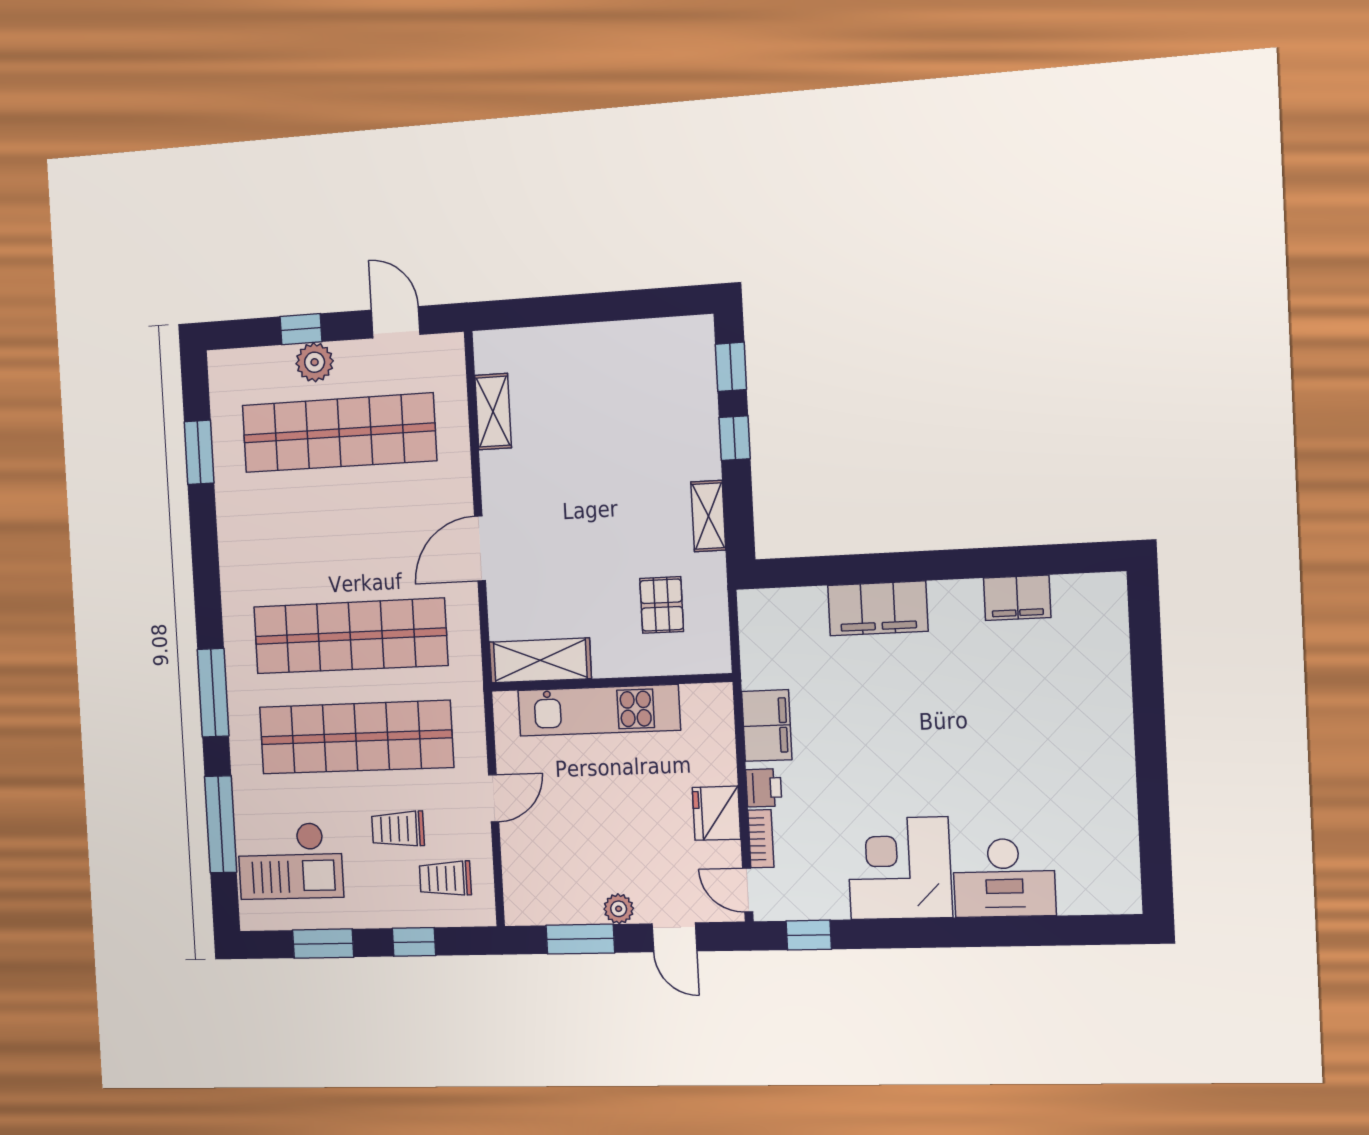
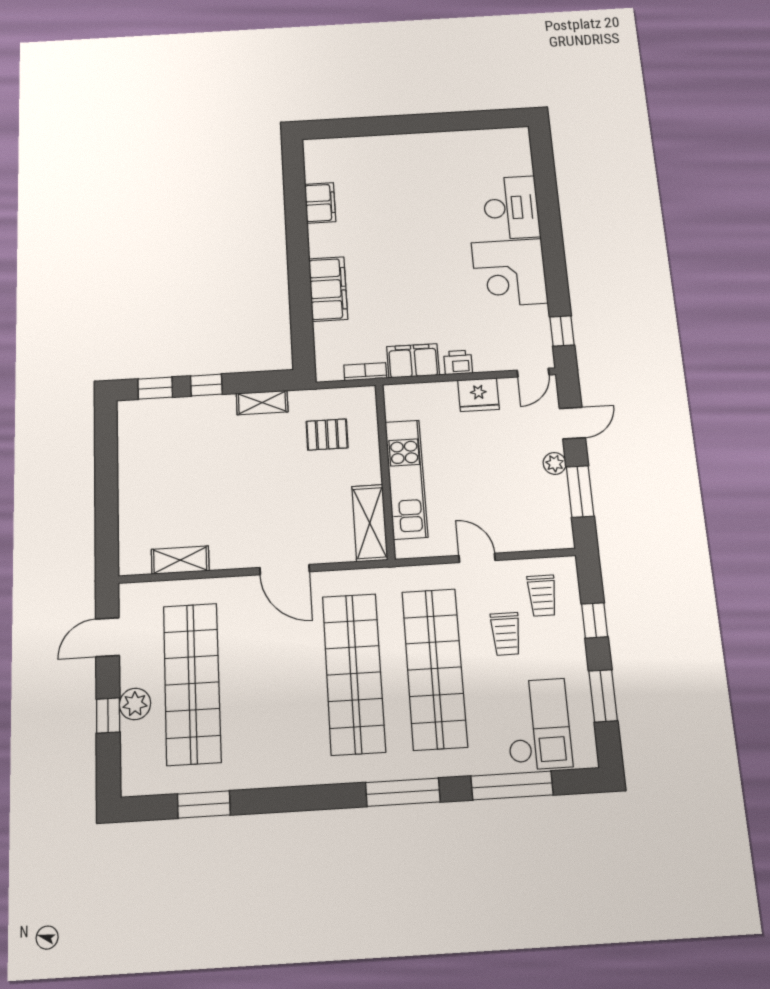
bookcase: (761, 839) -> (365, 372), moved

